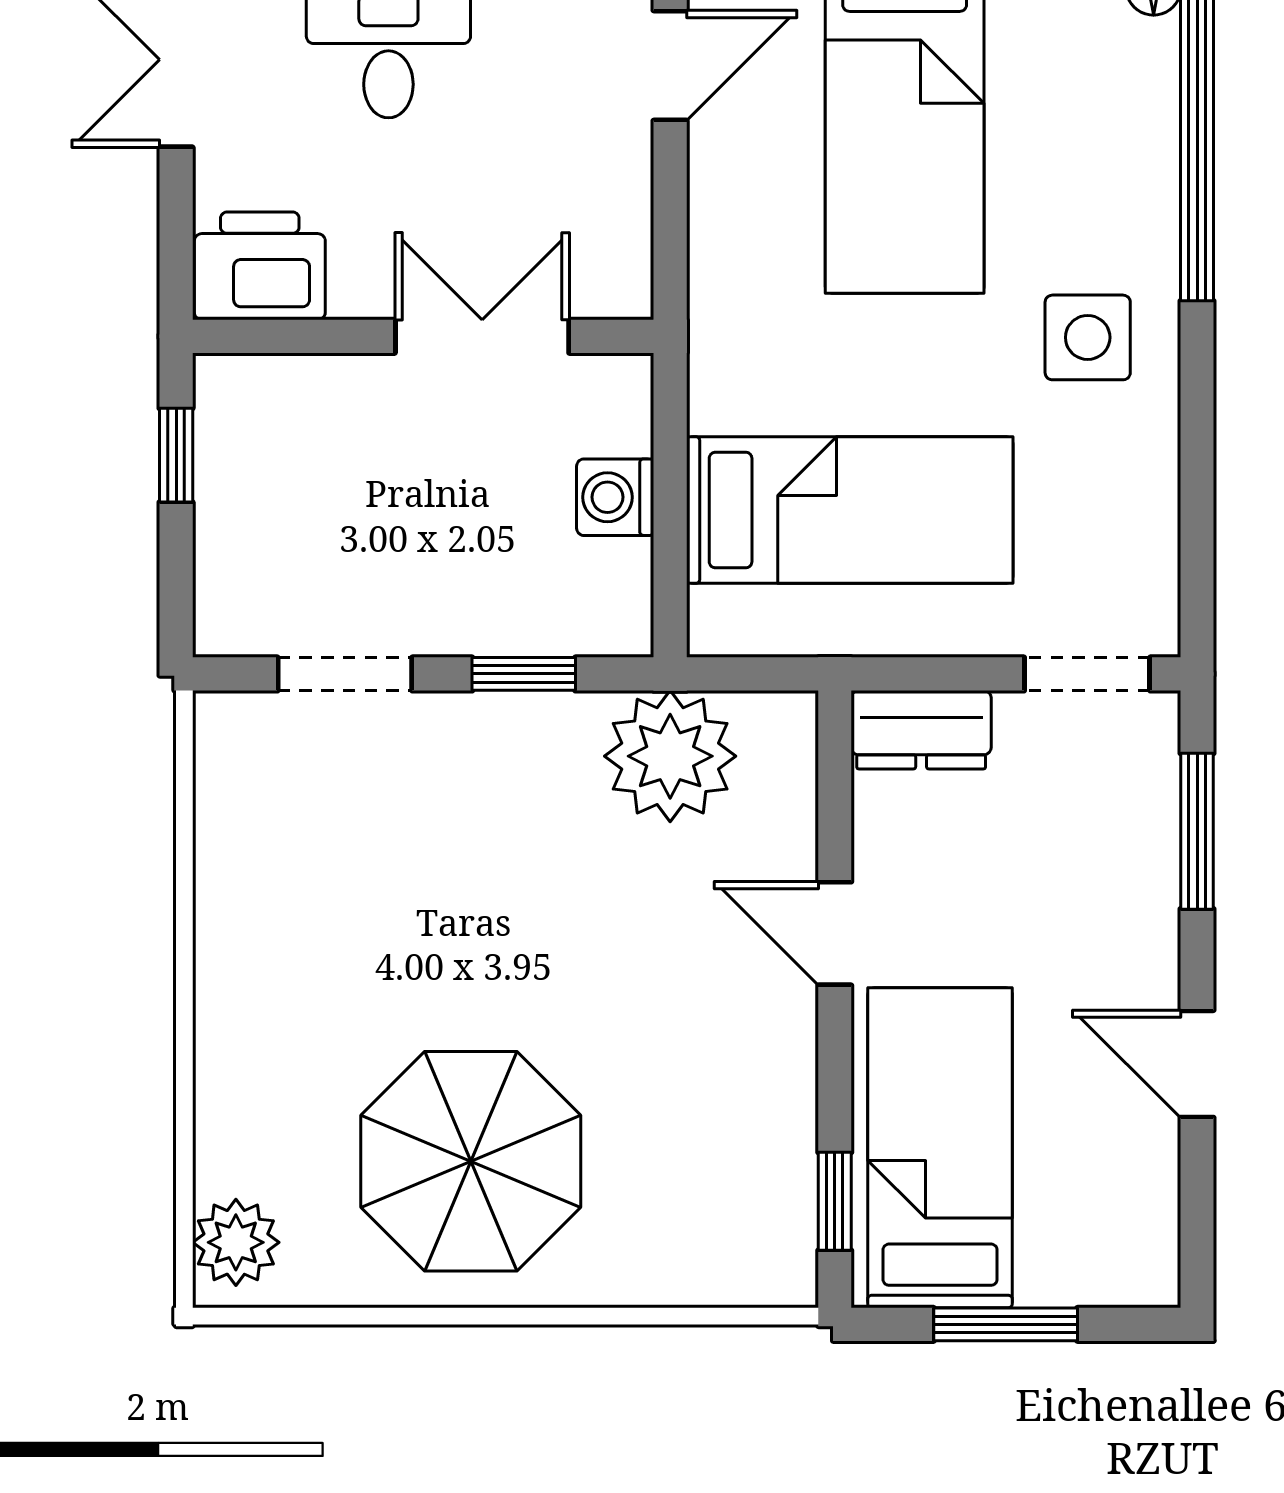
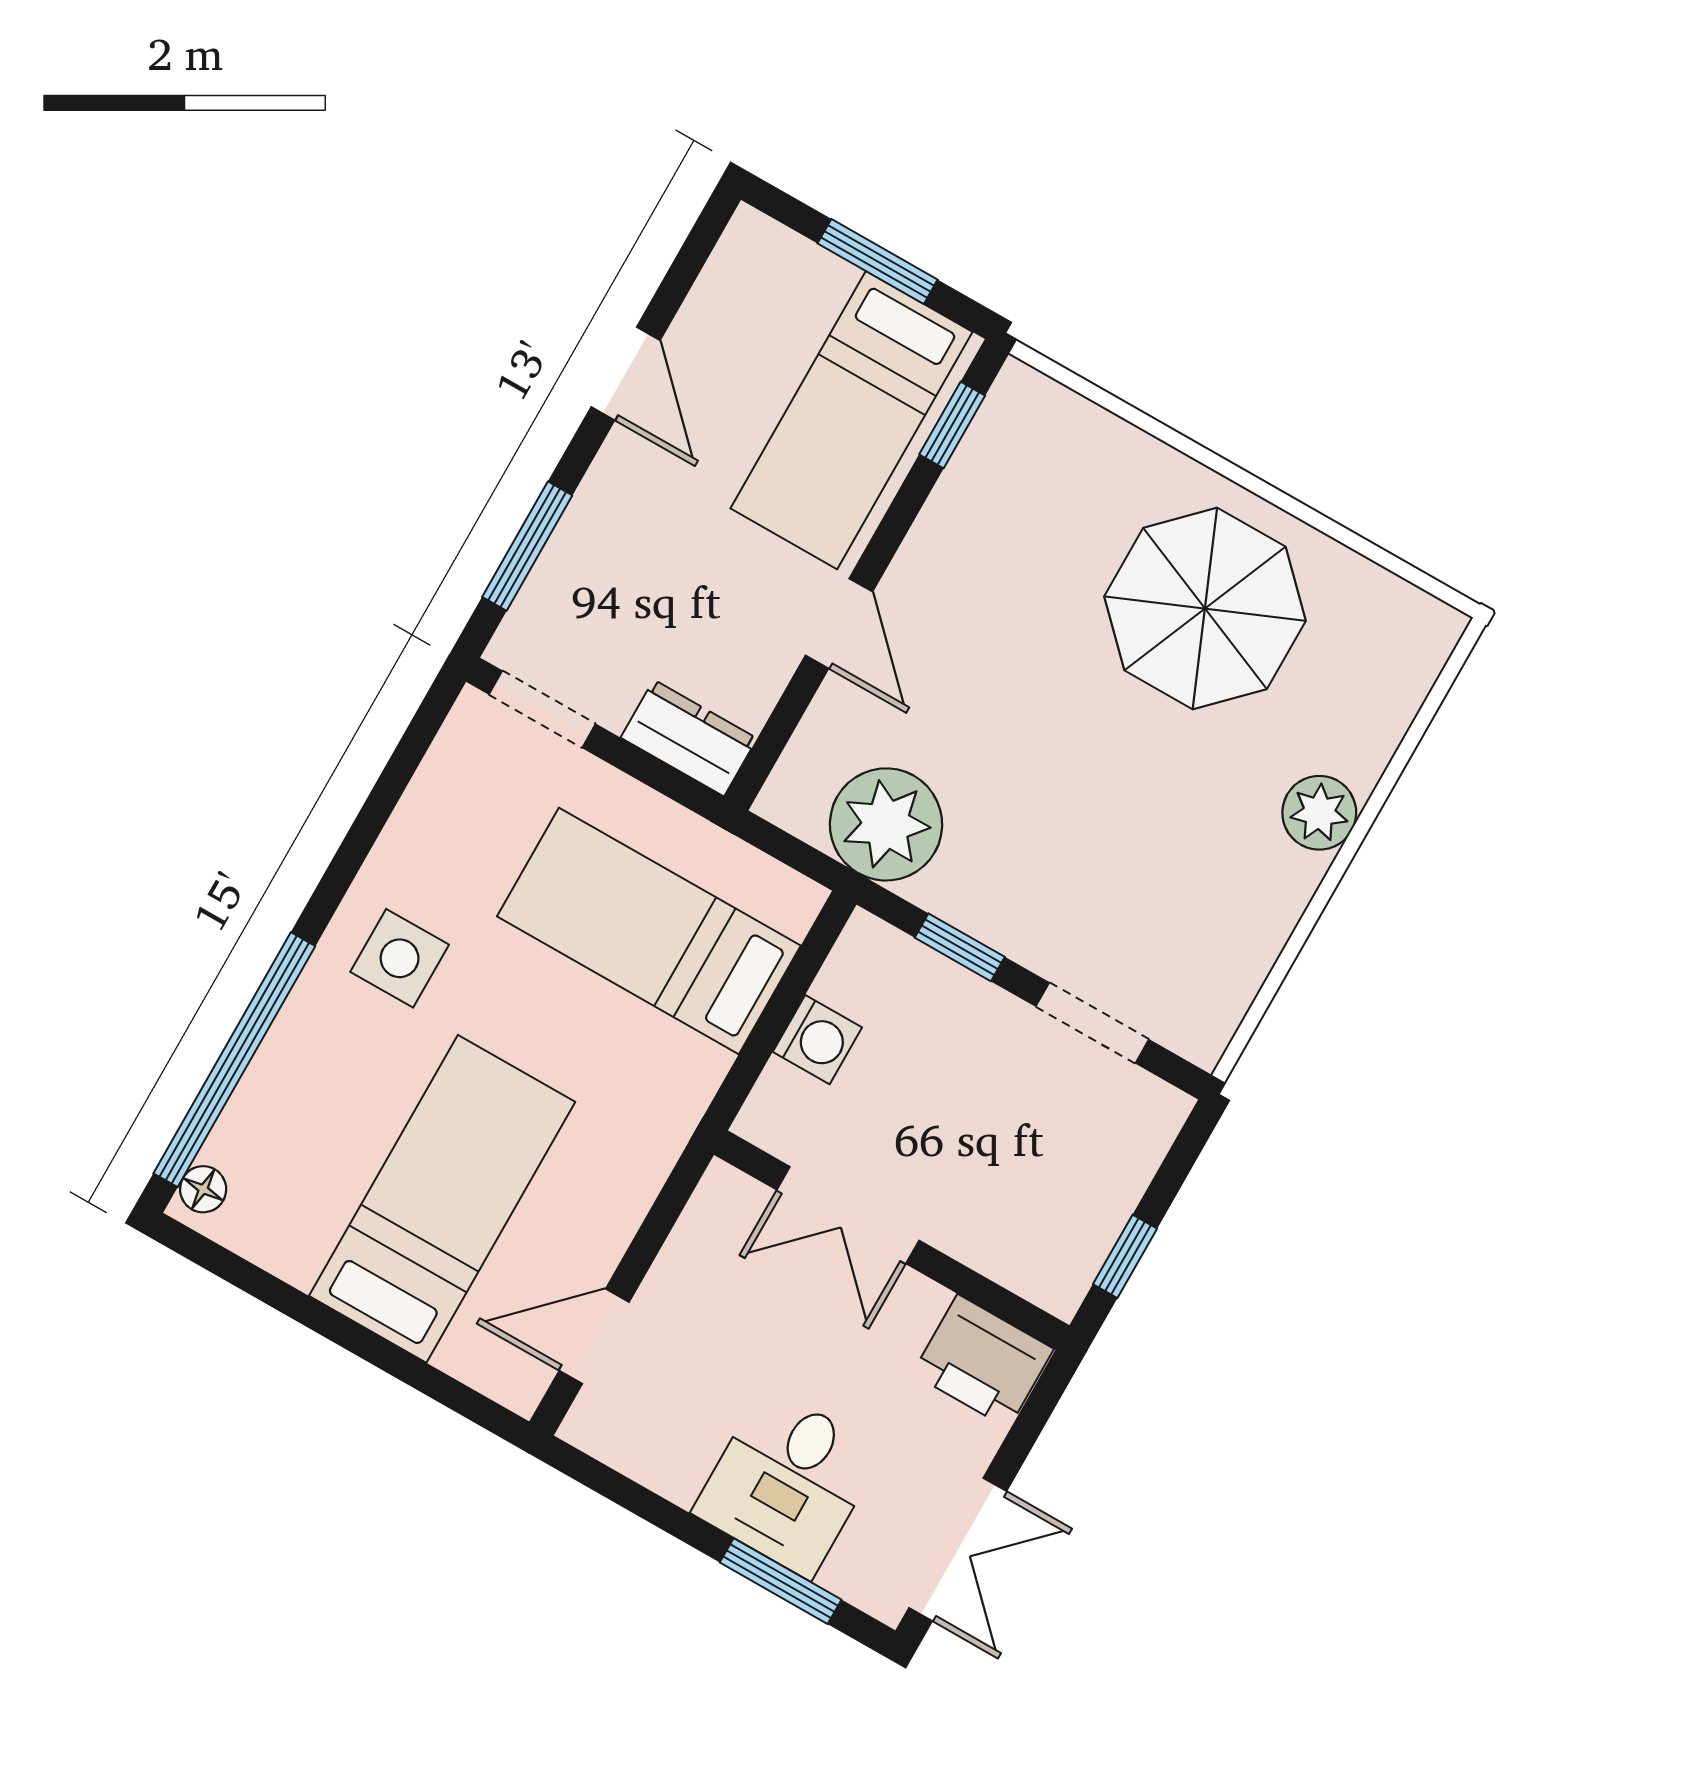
plant: (236, 1242) -> (1319, 813), moved

